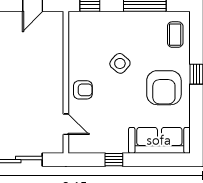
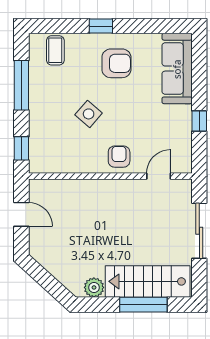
coffee table: (175, 35) -> (55, 50), turned 90
armchair: (164, 88) -> (116, 63), width x0.73, depth x0.73

